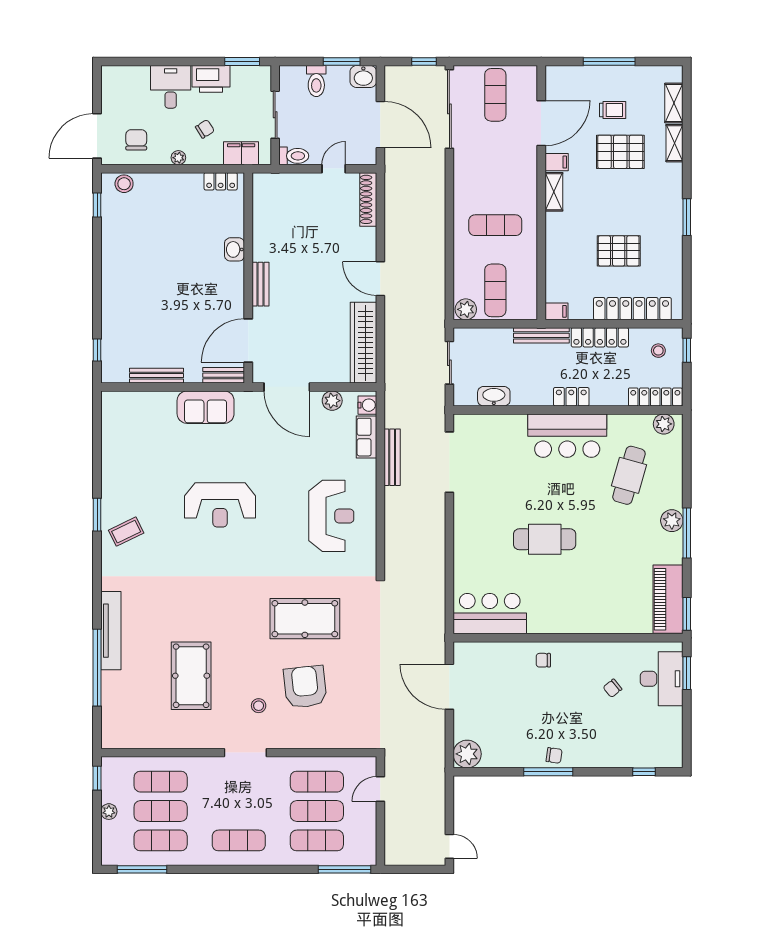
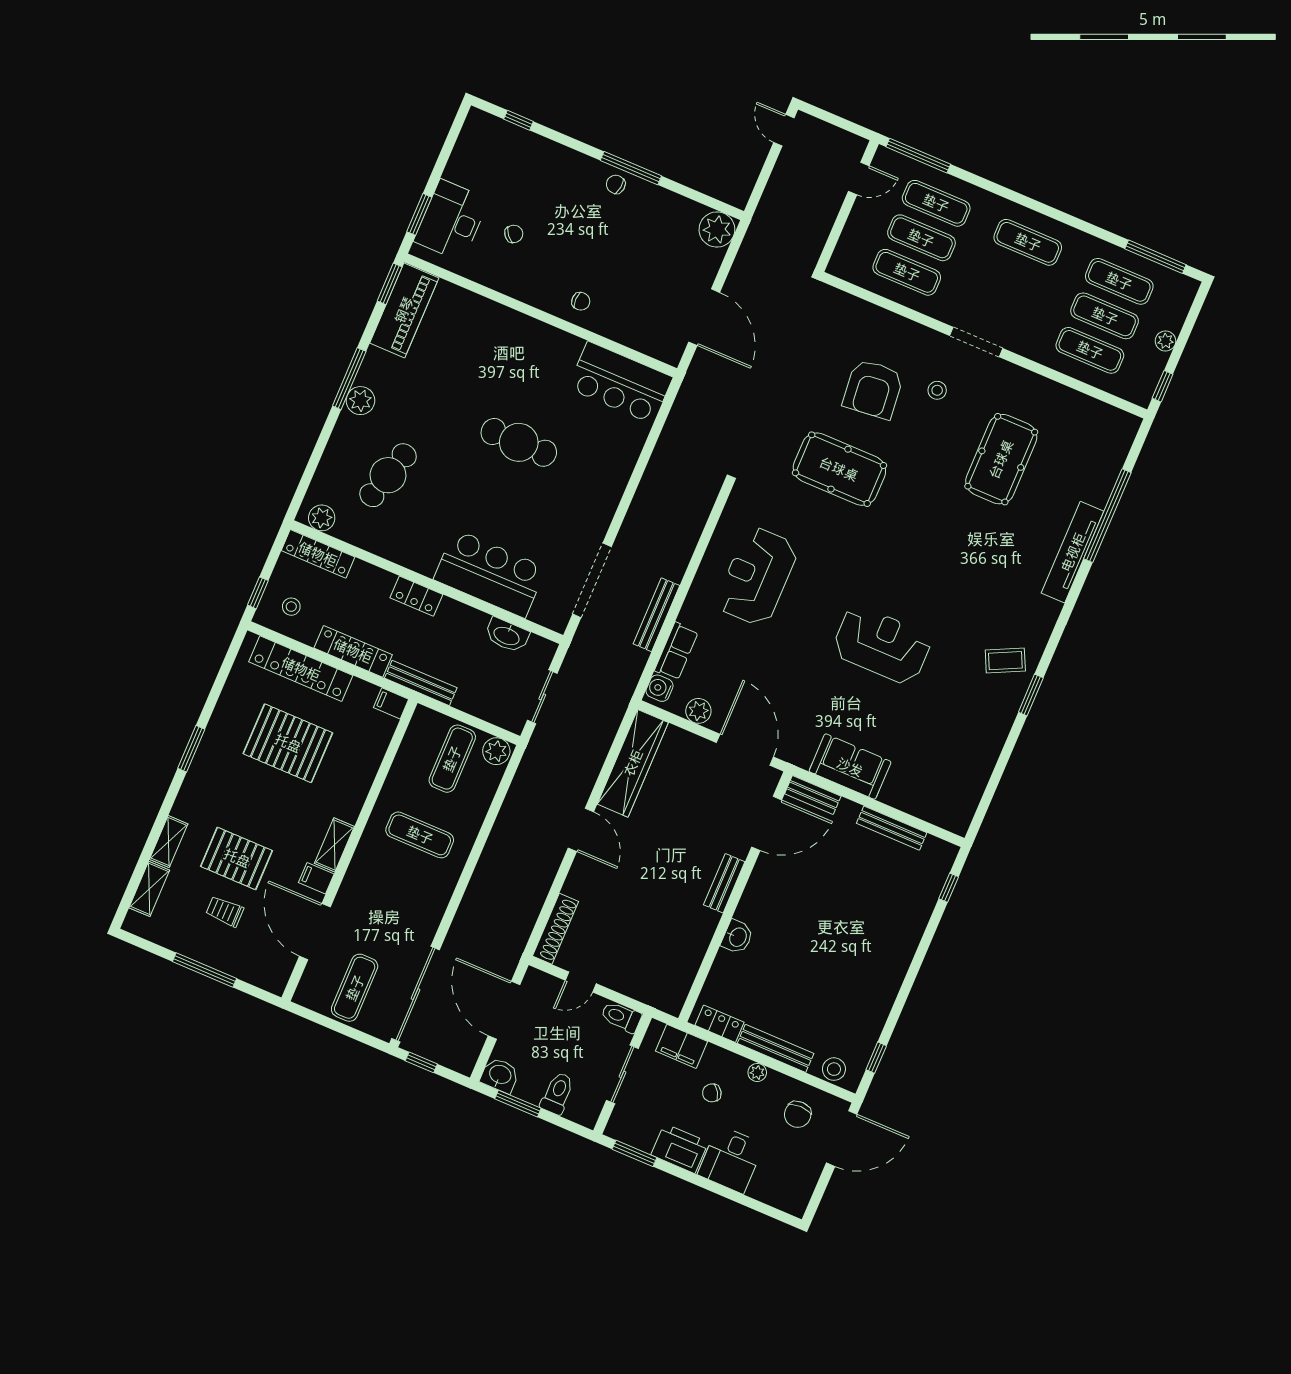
door: (541, 123) -> (315, 932), hinge flipped
bench: (173, 181) -> (776, 1048), added
pallet: (619, 251) -> (288, 743), width x1.37, depth x1.41
bar counter: (567, 436) -> (490, 574), moved
door: (380, 789) -> (859, 179), moved

